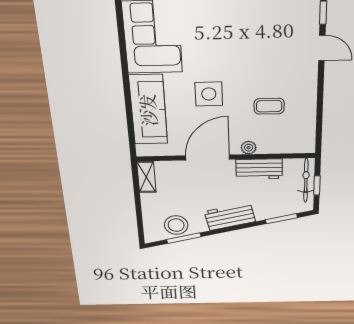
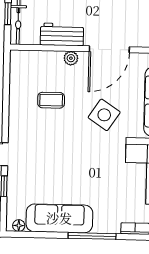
side table: (209, 94) -> (104, 115), turned 34

